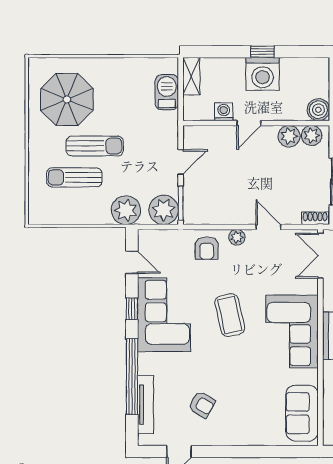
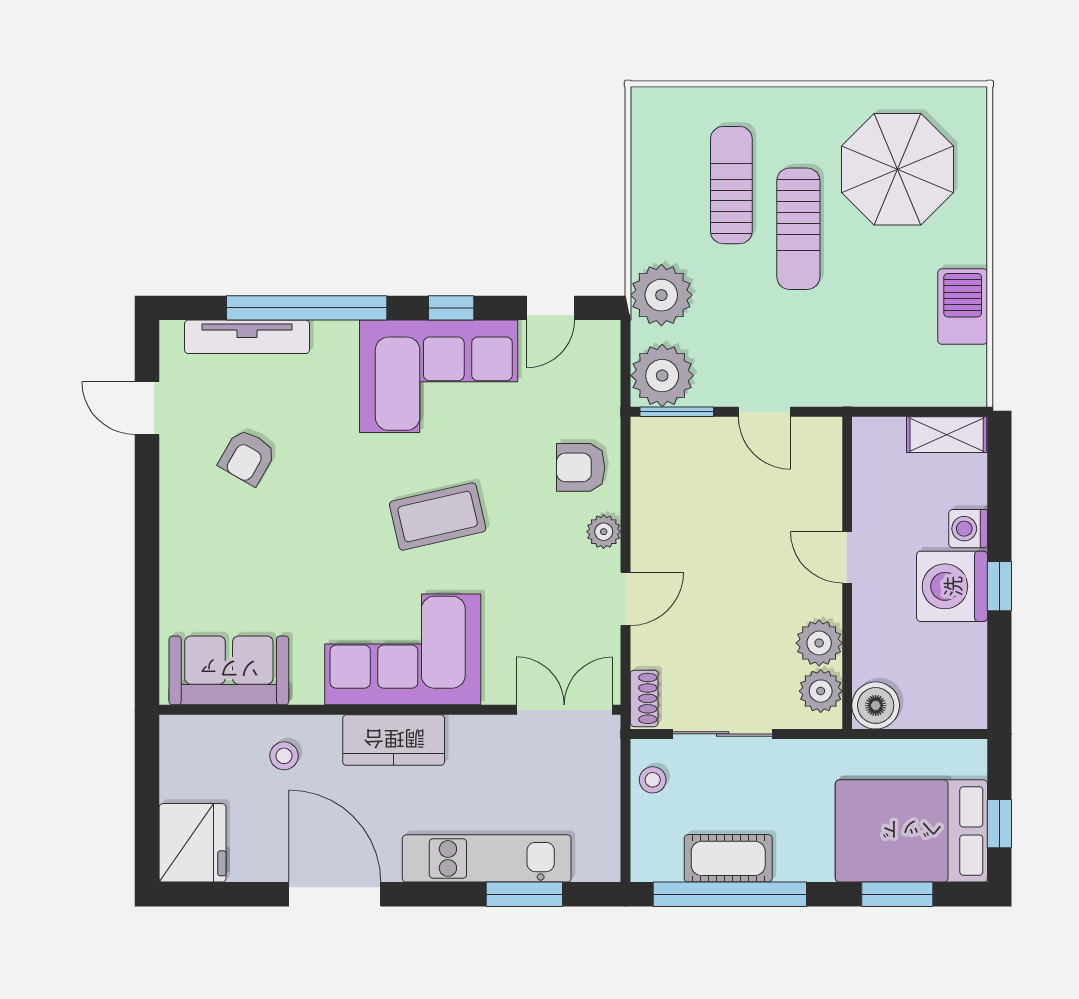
barbecue: (167, 92) -> (963, 307), moved, turned -90
washing machine: (224, 112) -> (968, 529), moved, turned 180

